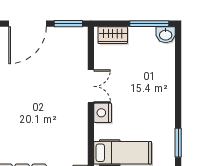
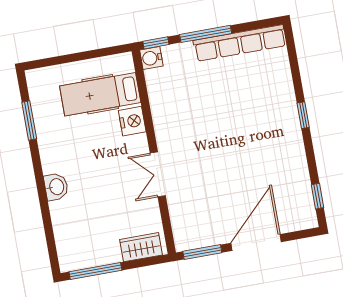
washbasin: (166, 35) -> (56, 187), moved, turned 90
nightstand: (103, 113) -> (132, 121), moved

